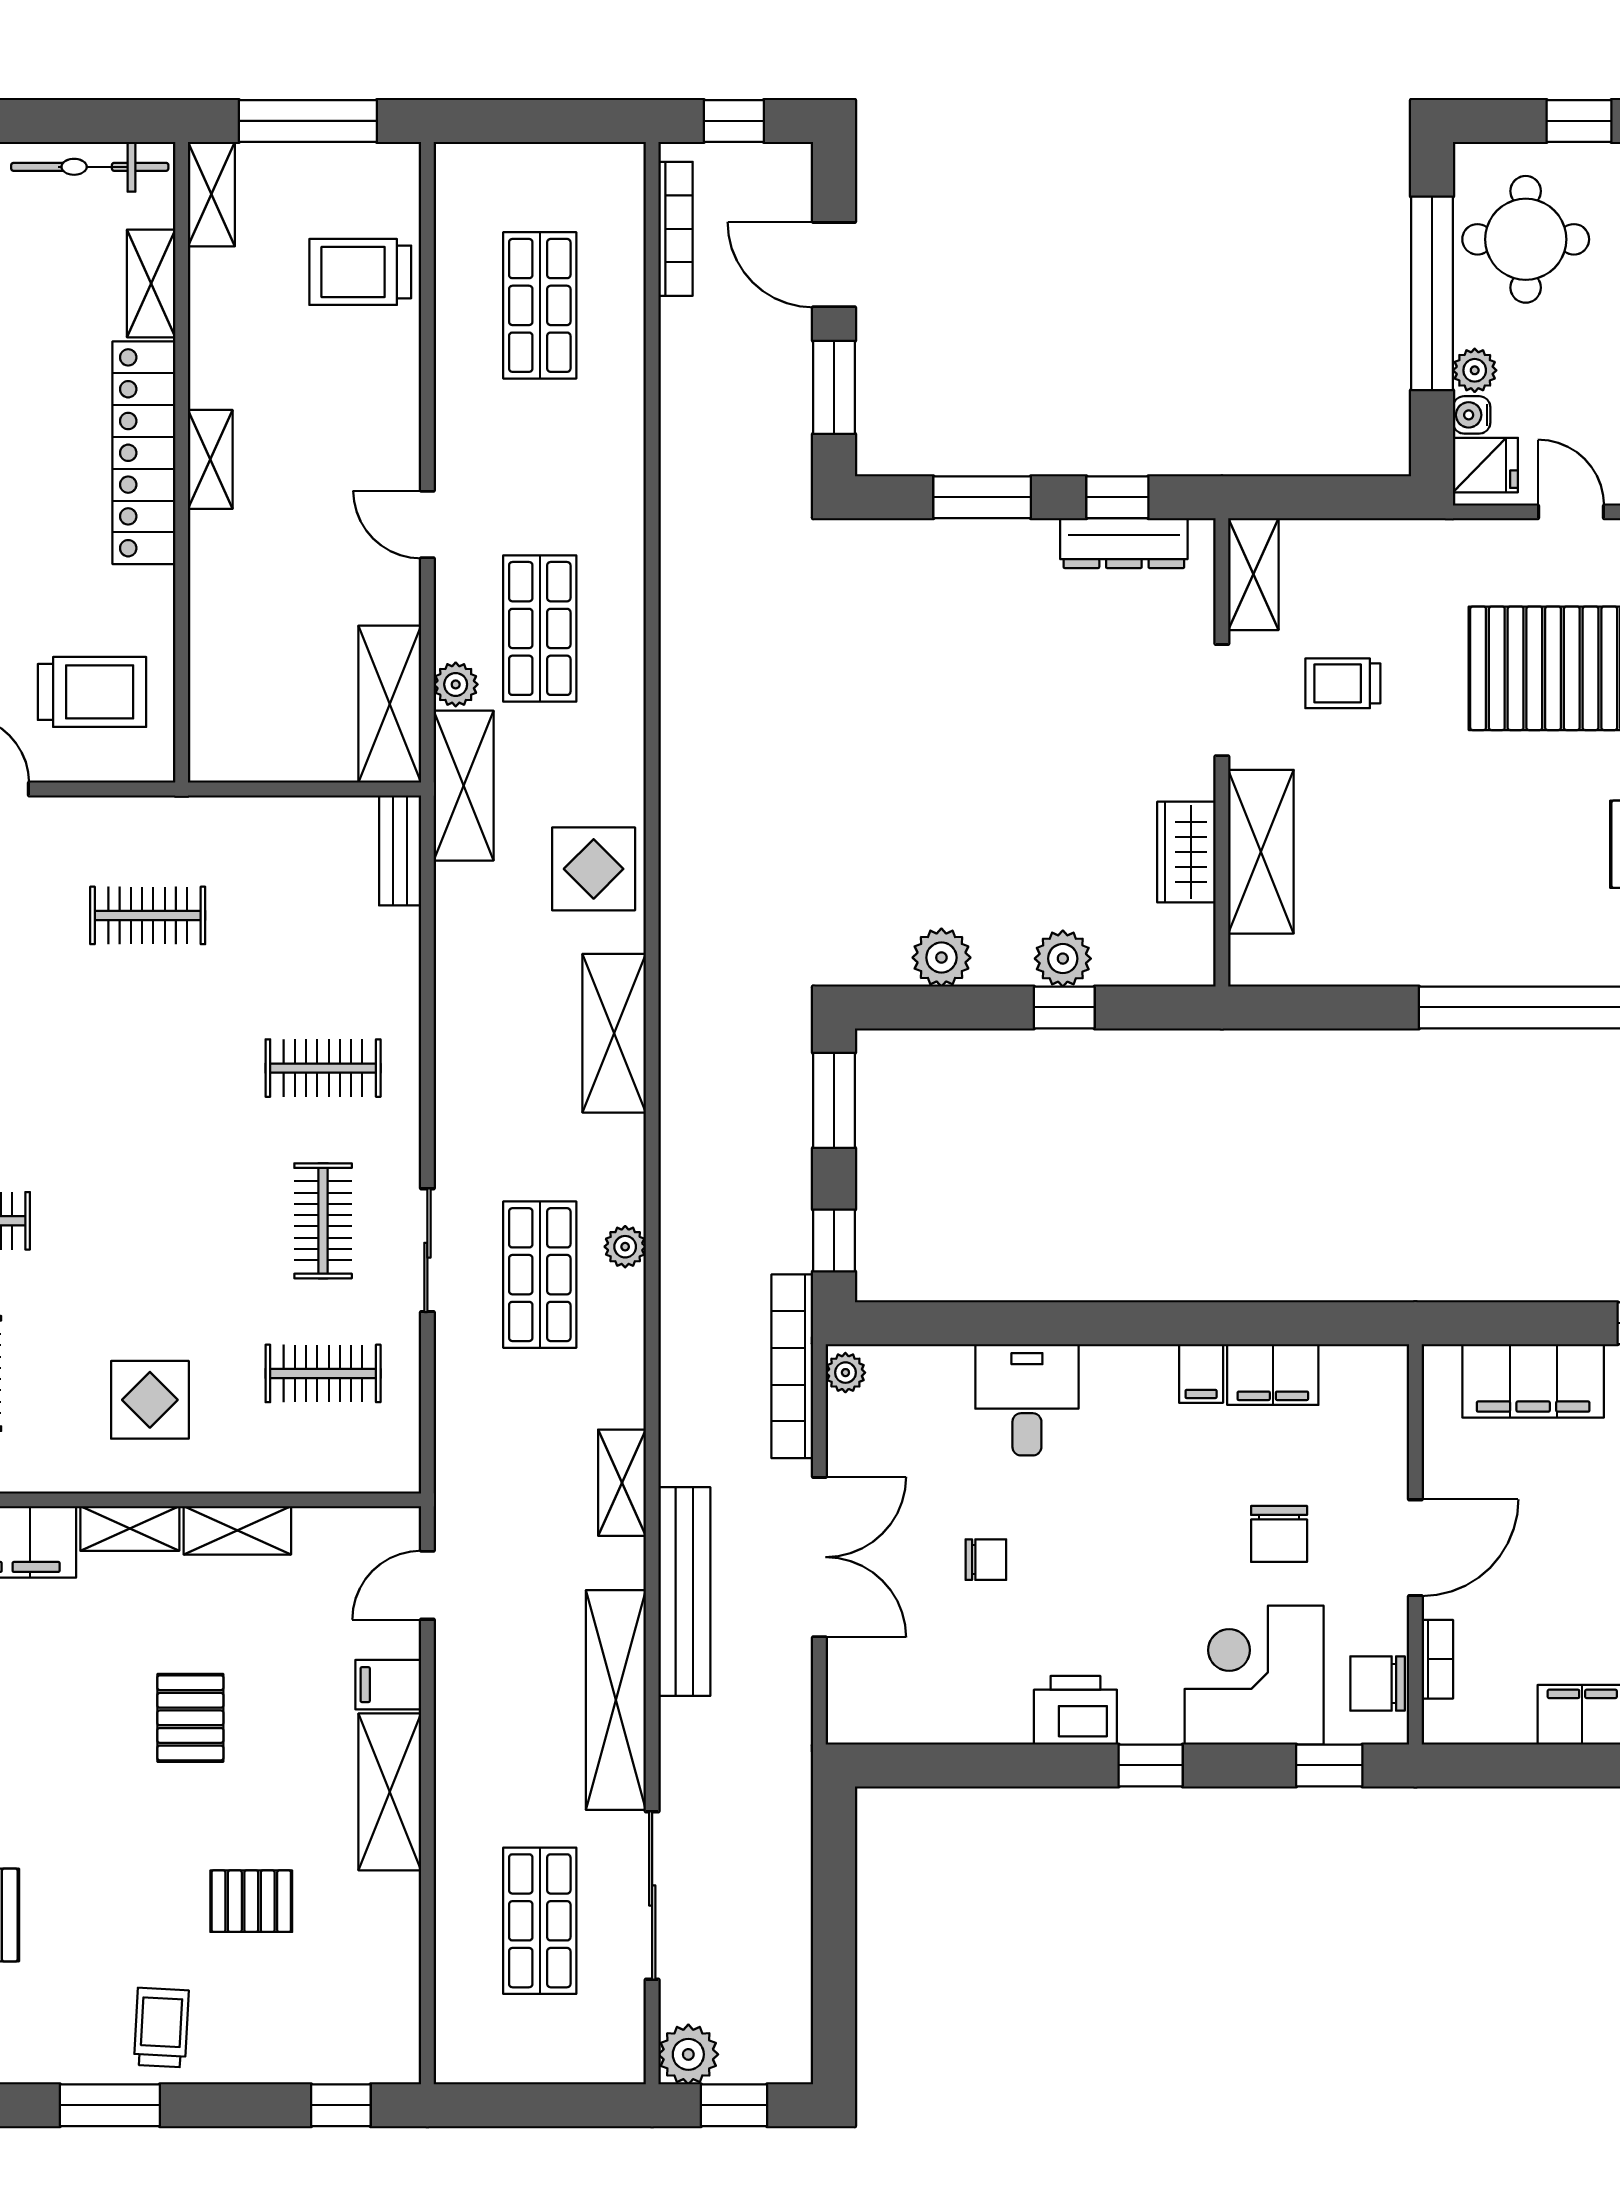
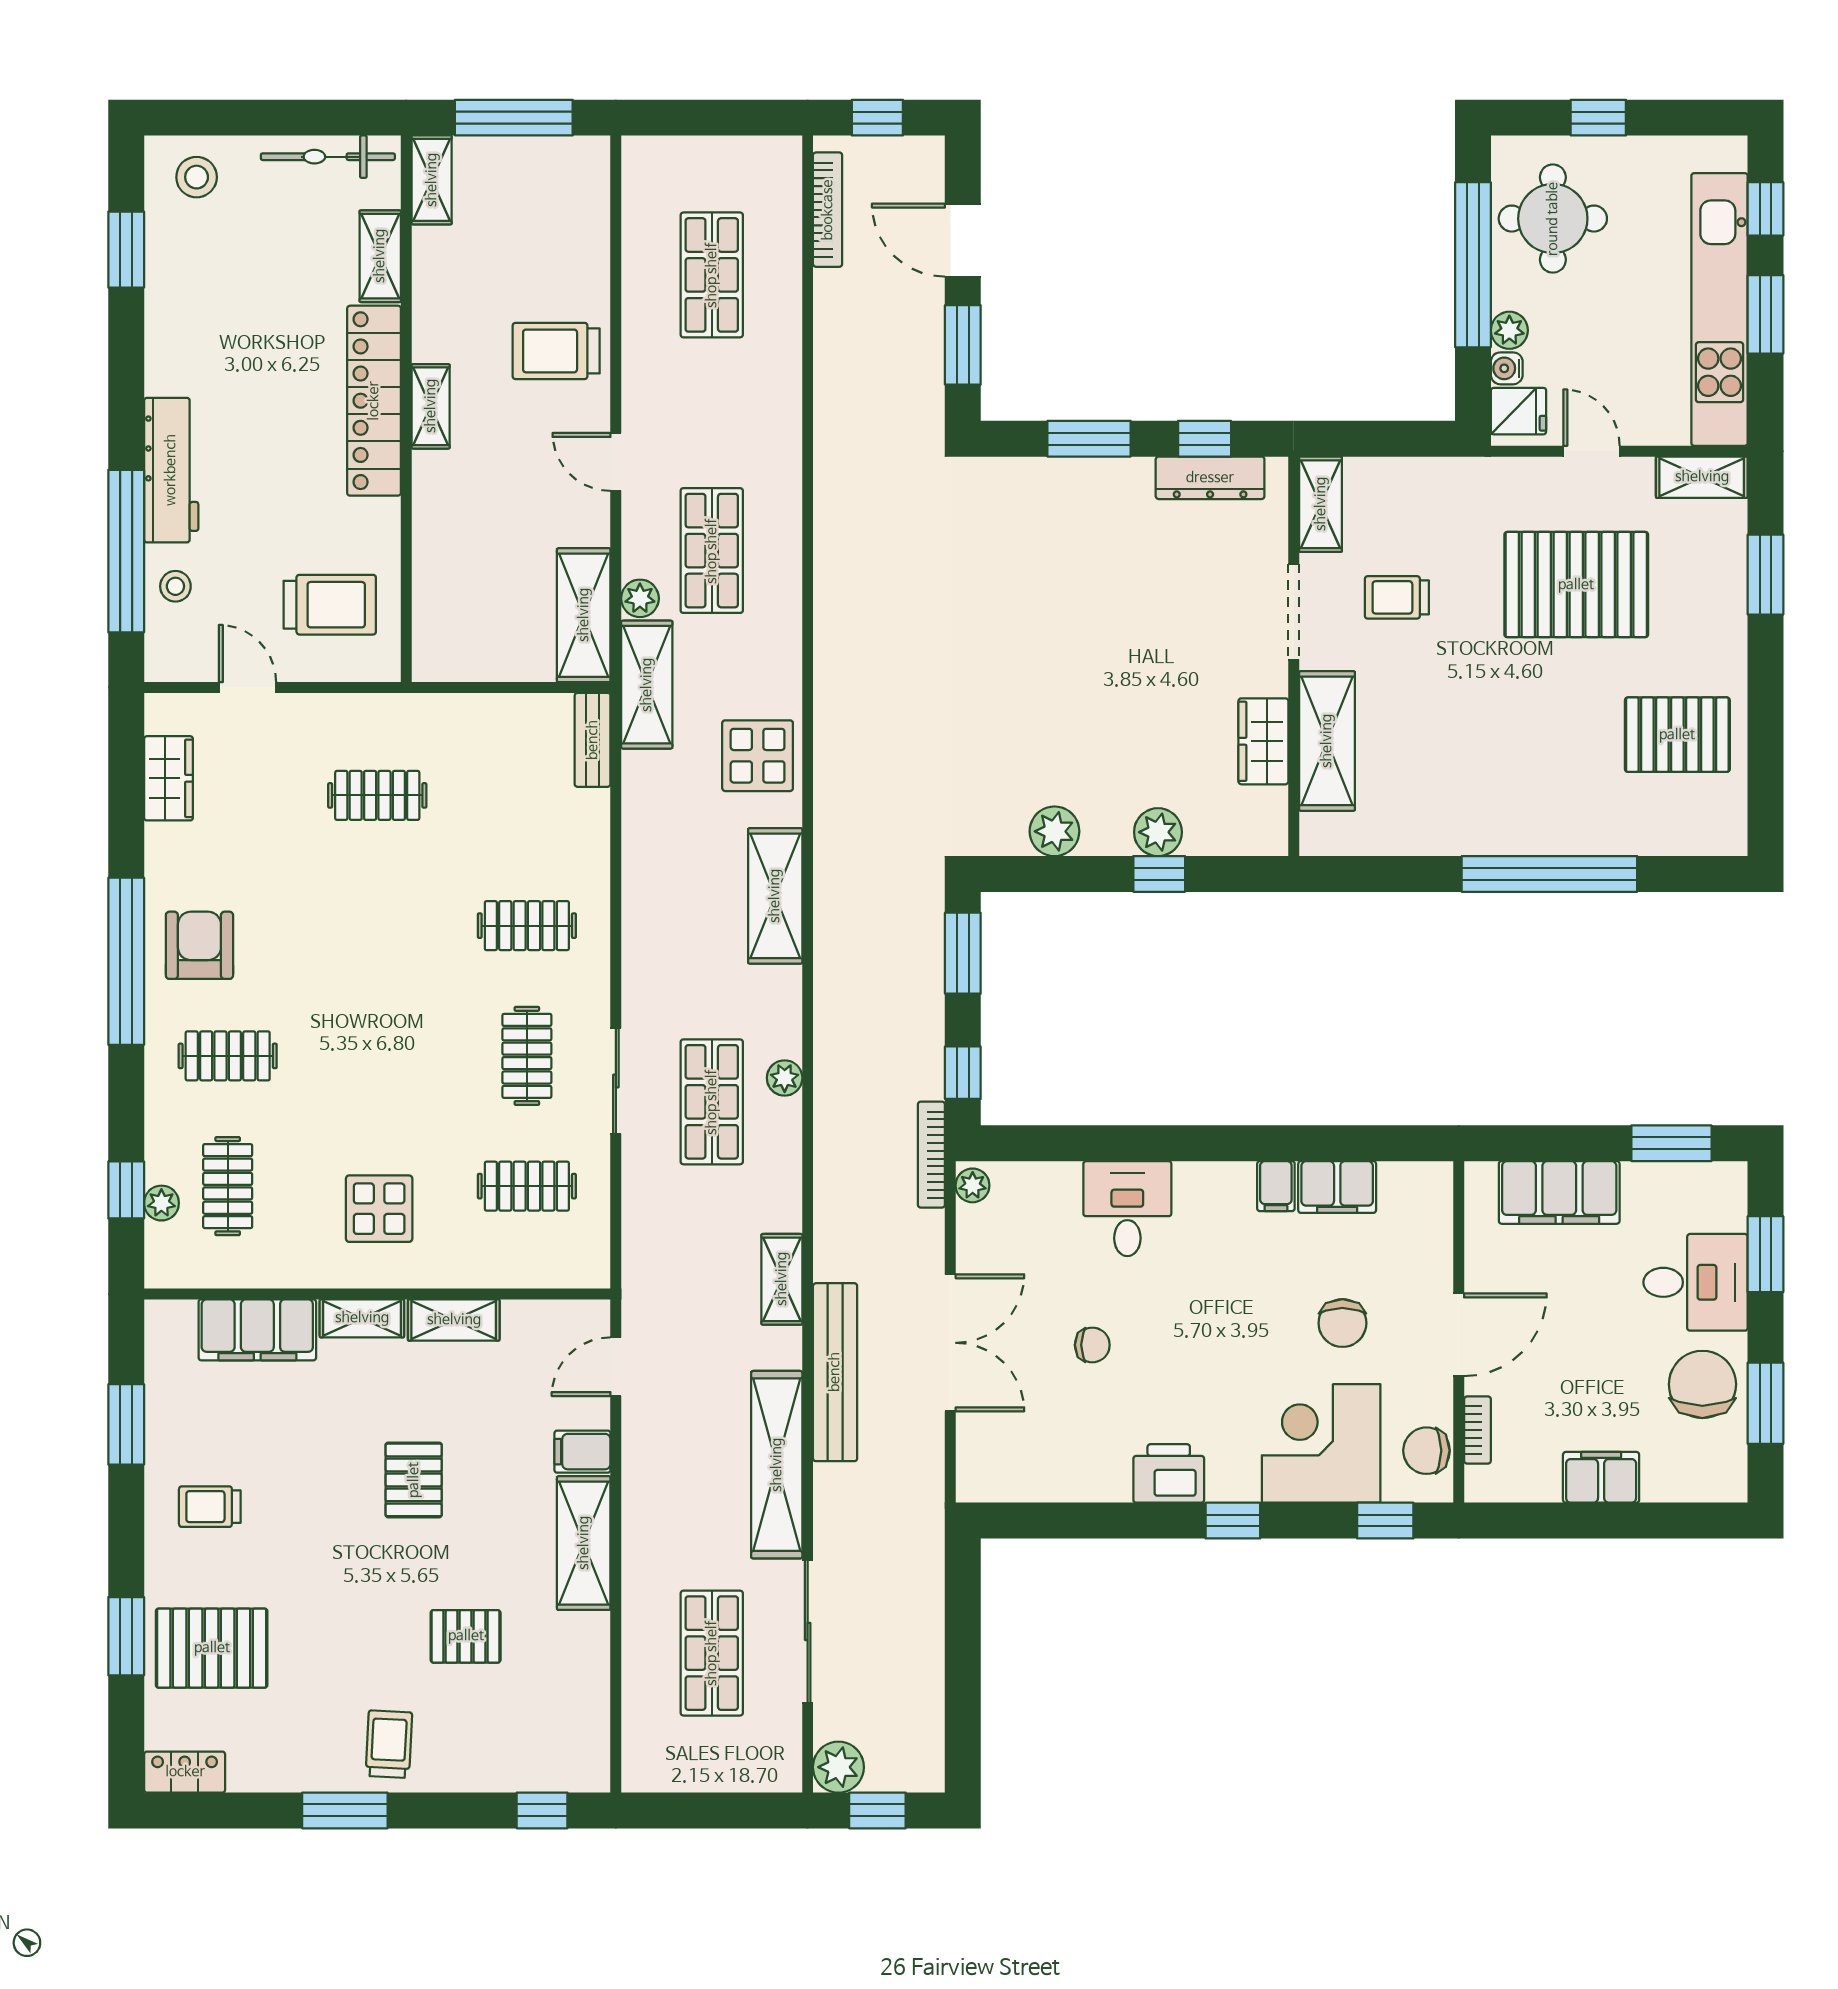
trolley: (360, 272) -> (556, 351), moved
bookcase: (792, 1366) -> (931, 1155), width x0.68, depth x0.76

